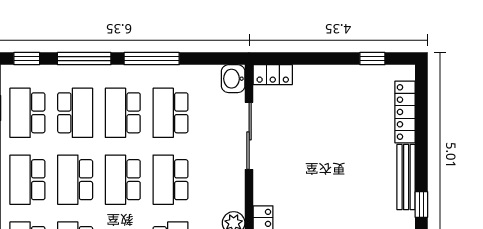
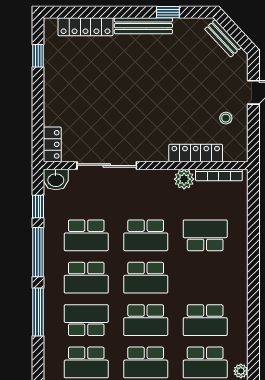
window: (27, 59) -> (38, 206), moved

